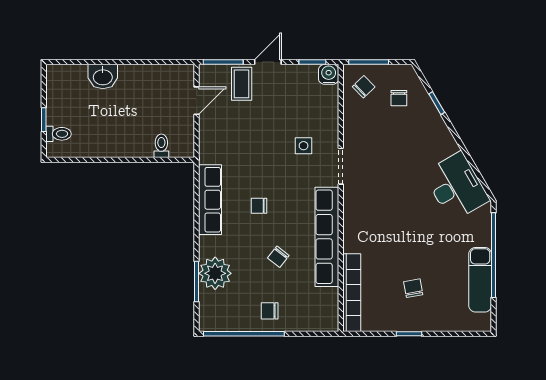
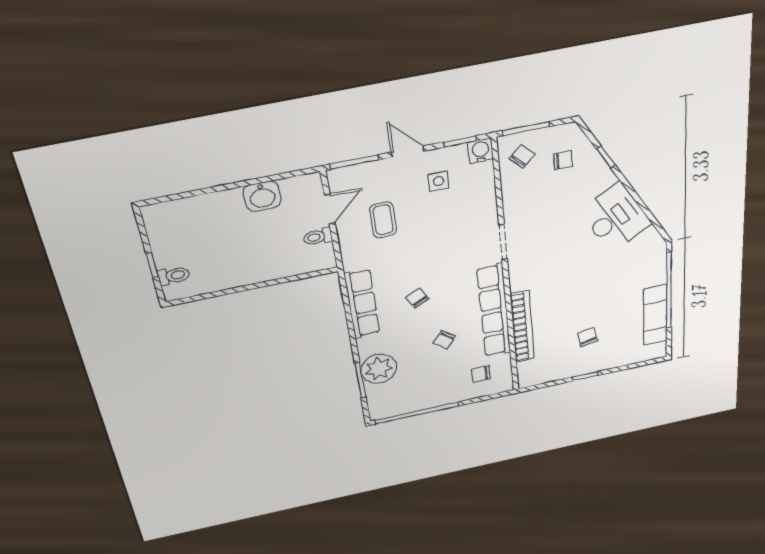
door: (268, 62) -> (408, 152), hinge flipped
washbasin: (103, 77) -> (262, 196), moved
coffee table: (242, 84) -> (383, 220), moved
chair: (399, 98) -> (563, 160), turned -90
toilet: (161, 146) -> (318, 237), moved, turned -90
side table: (304, 146) -> (438, 181), moved
desk: (456, 187) -> (615, 218), moved
chair: (259, 206) -> (417, 298), turned 62
bookcase: (352, 293) -> (522, 327), moved
chair: (270, 311) -> (481, 374), moved

